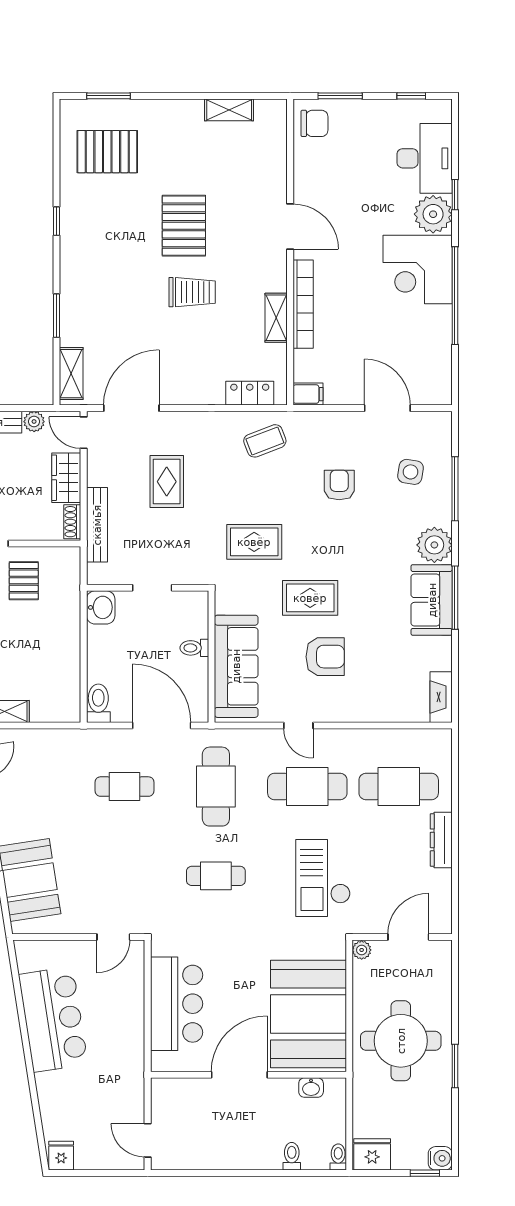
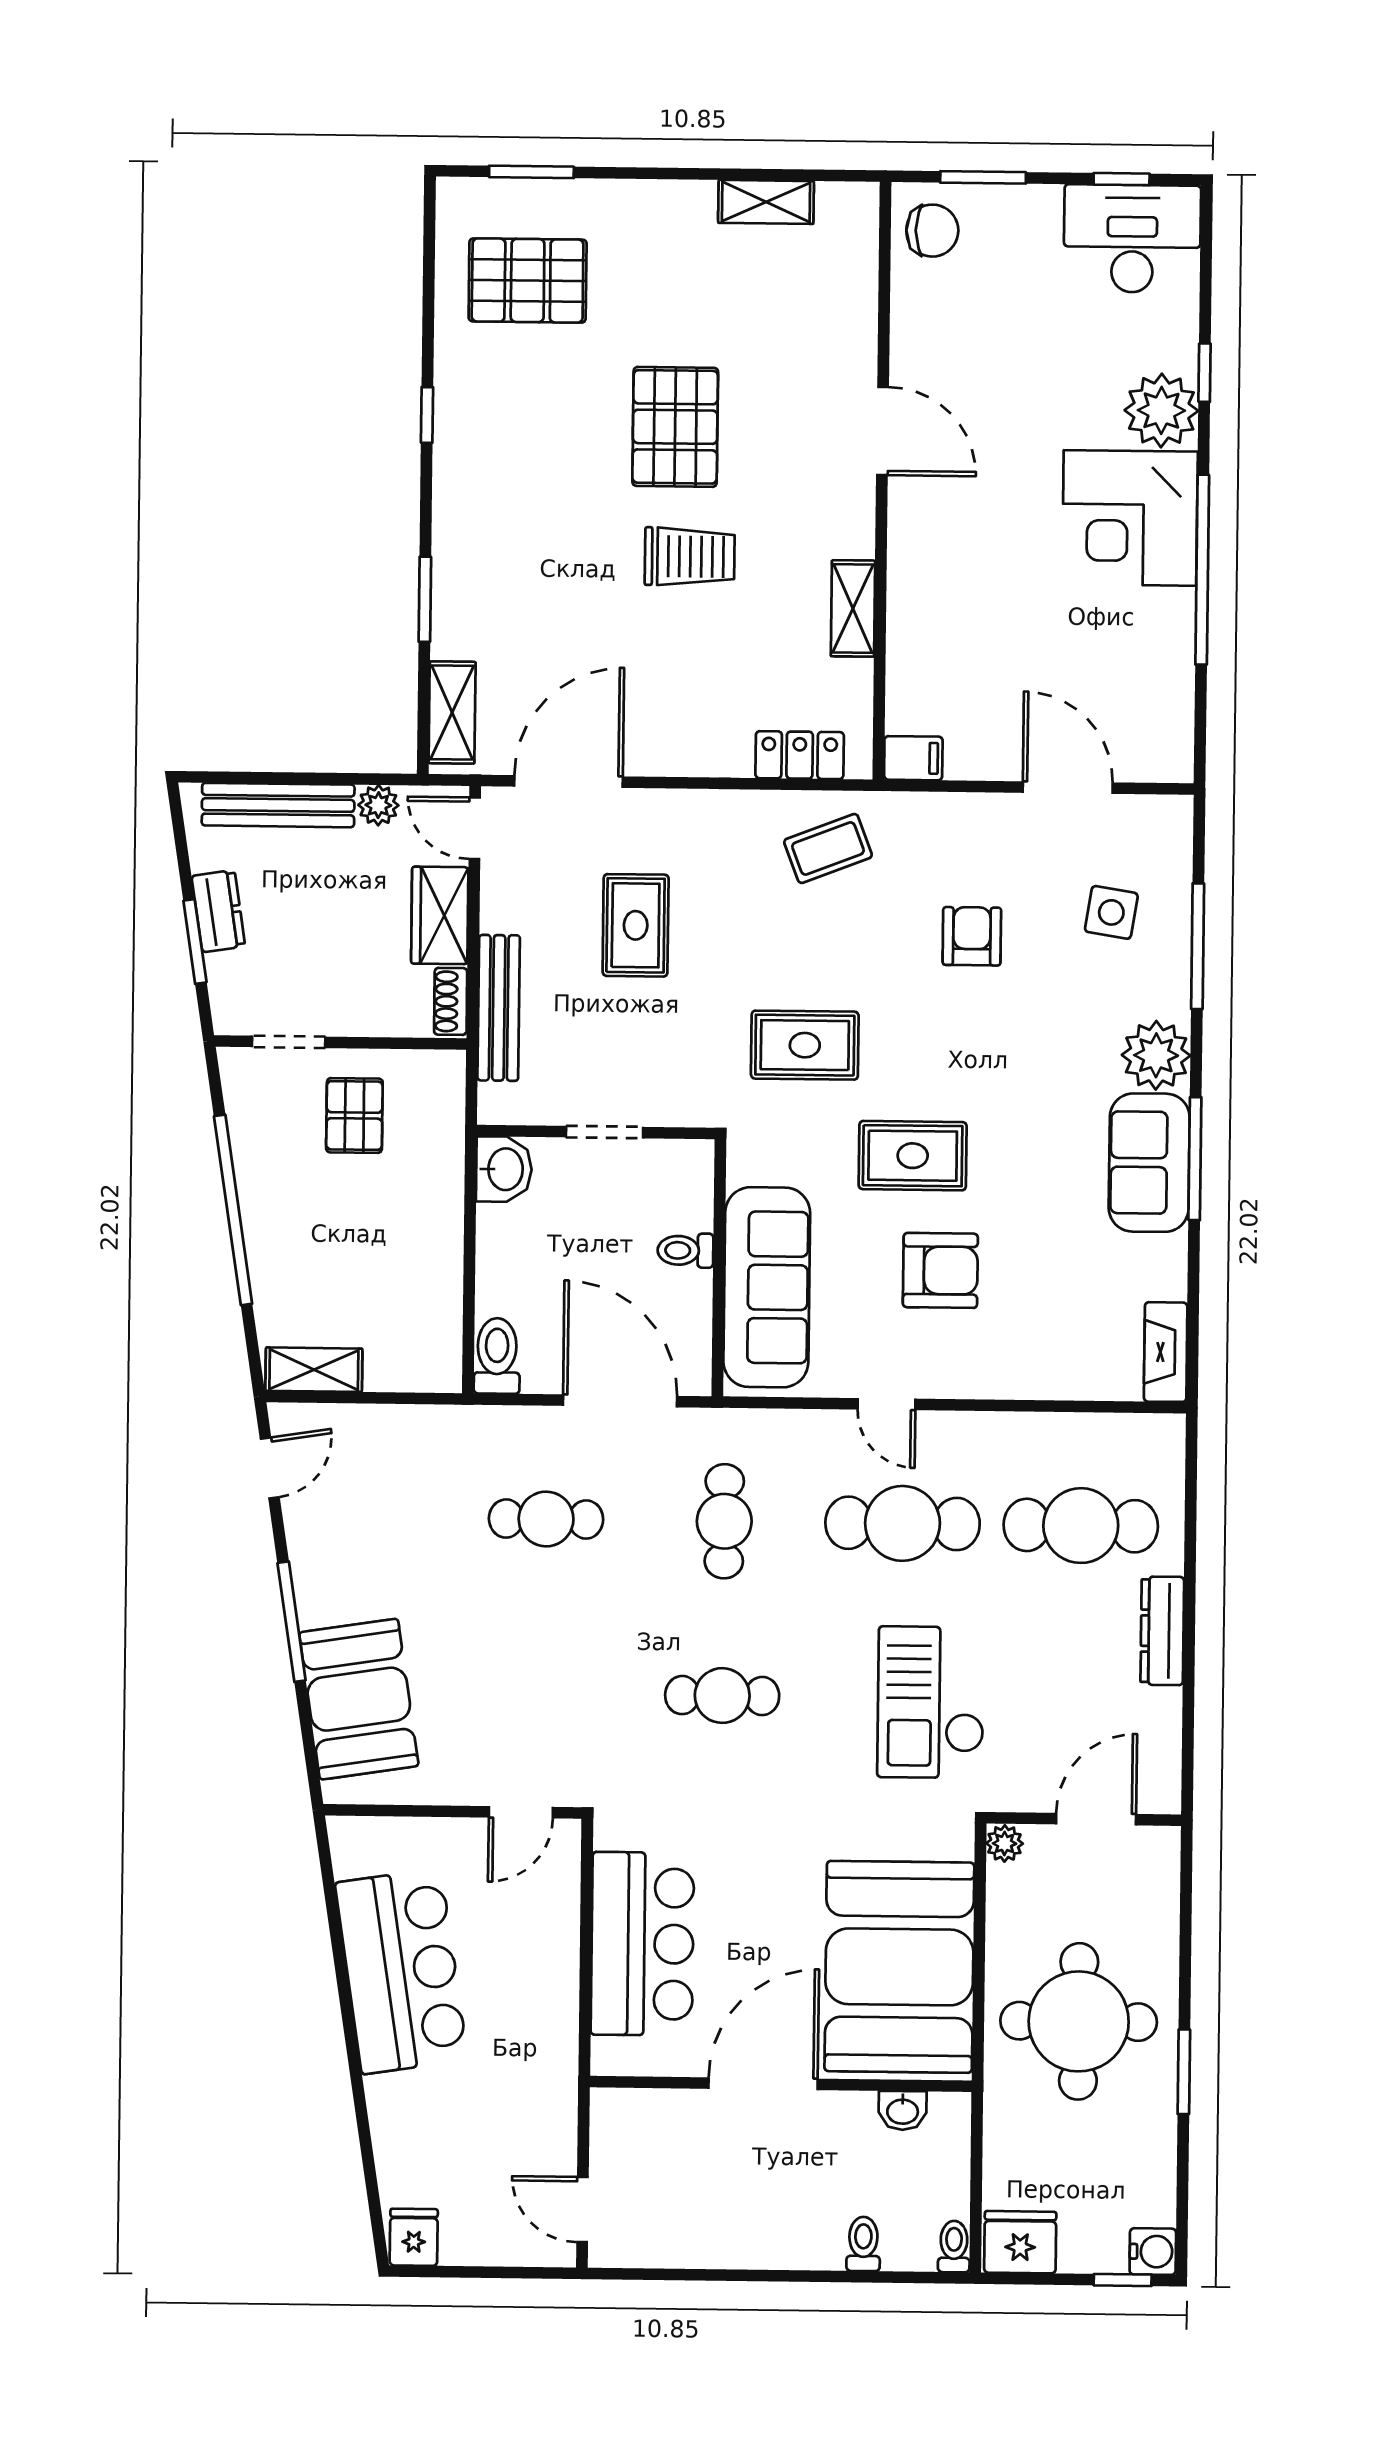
desk: (425, 158) -> (1132, 239), moved, turned -90
bookcase: (303, 304) -> (906, 583), removed
cafe table: (216, 787) -> (724, 1521), width x0.73, depth x0.74

